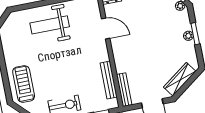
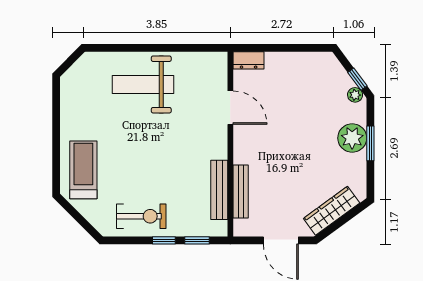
plant: (188, 36) -> (352, 138), width x1.87, depth x1.87
bench: (124, 90) -> (241, 192), moved

